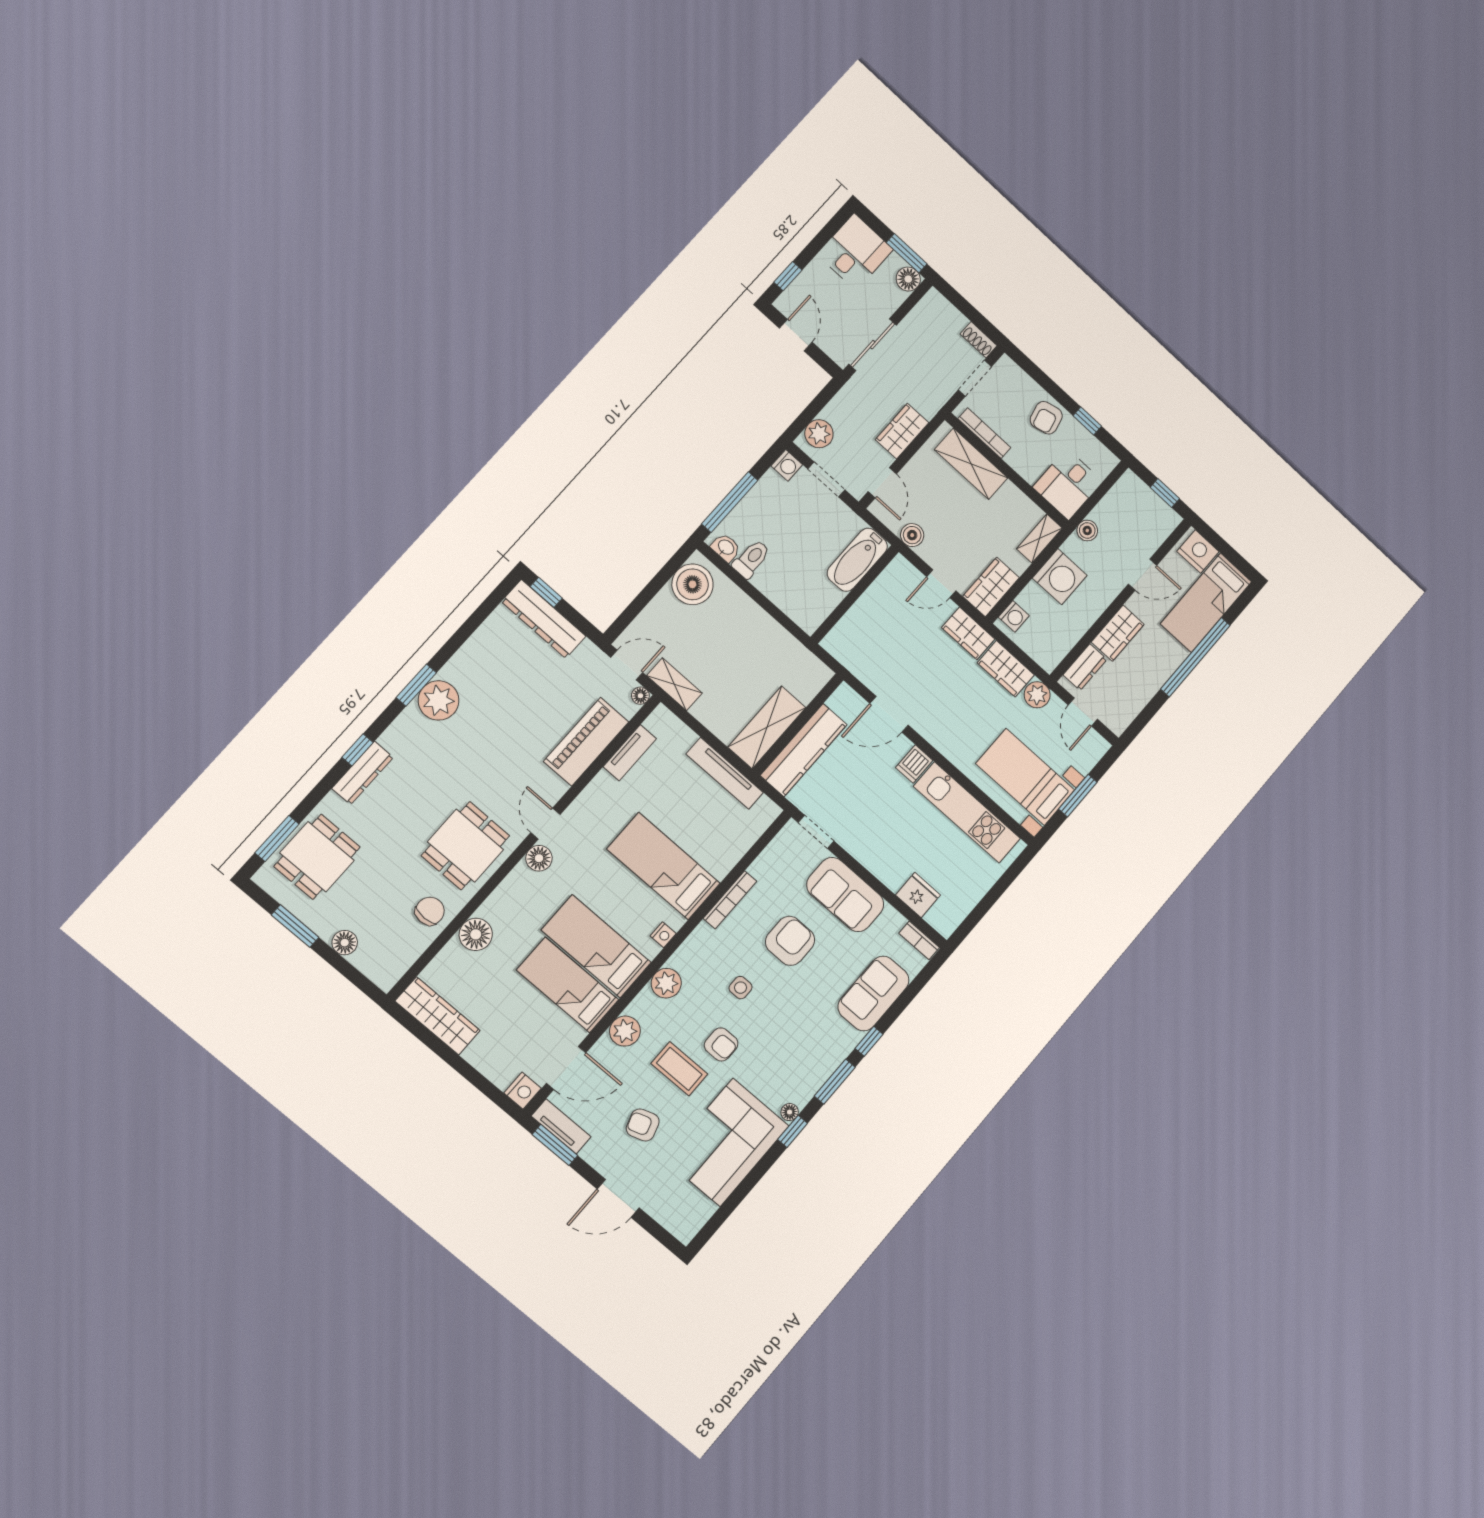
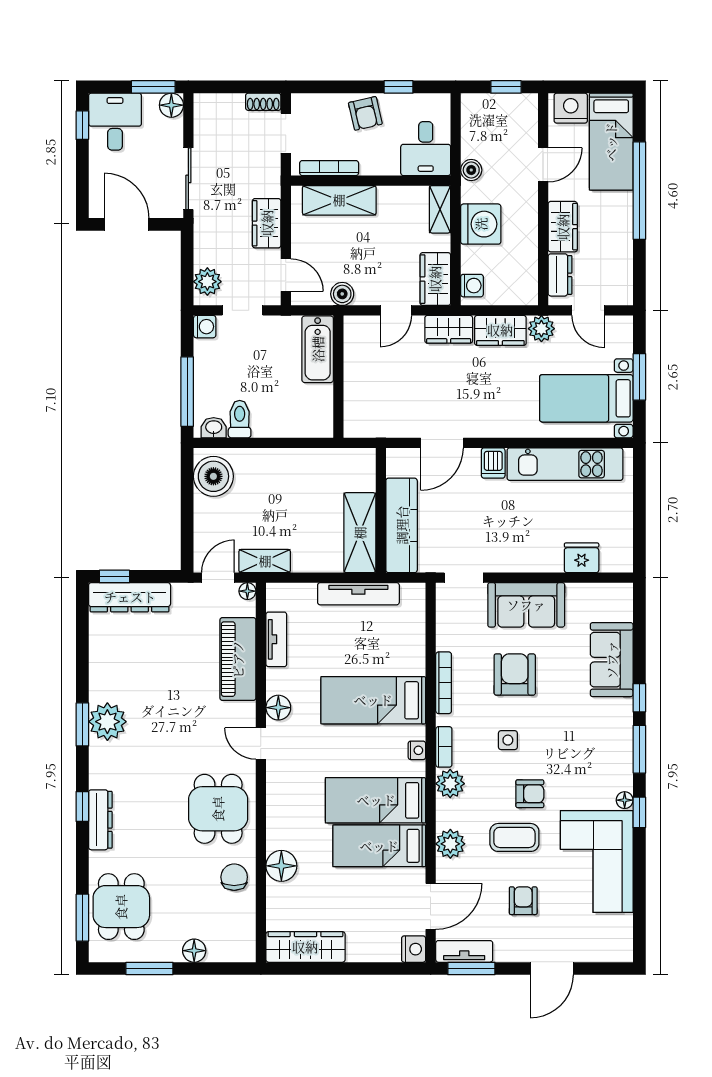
window: (788, 276) -> (82, 125), moved
door: (796, 335) -> (126, 224), width x1.38
floor lamp: (539, 858) -> (278, 708), moved
bookcase: (919, 940) -> (444, 747), moved, turned -90
armchair: (643, 1125) -> (523, 901), turned 108

